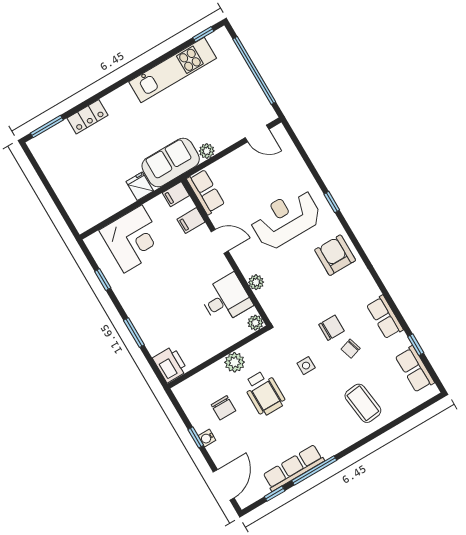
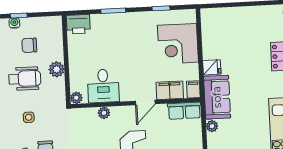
filing cabinet: (191, 221) -> (170, 90), width x2.00
wheelchair: (264, 393) -> (25, 79), turned 180

